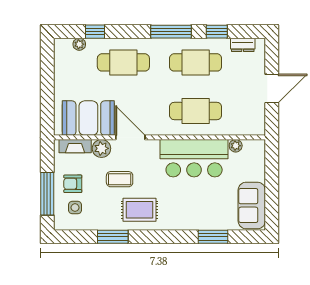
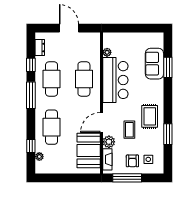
window: (47, 194) -> (127, 178), moved
sofa: (252, 205) -> (154, 64), moved, turned 90

